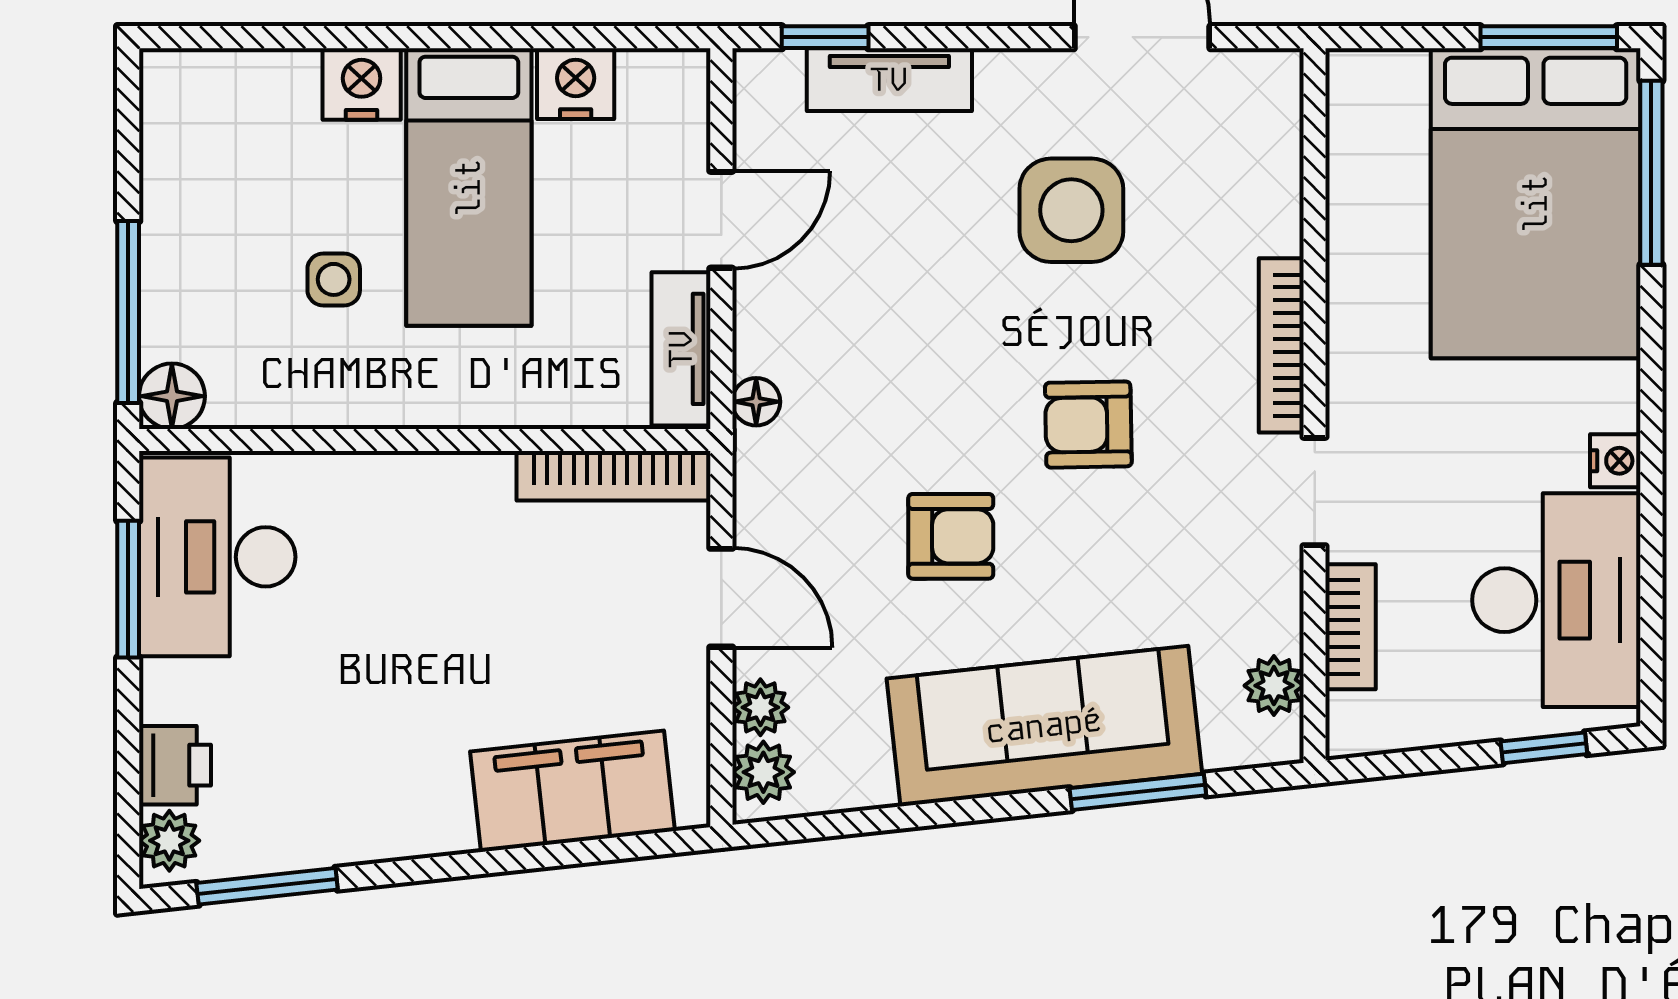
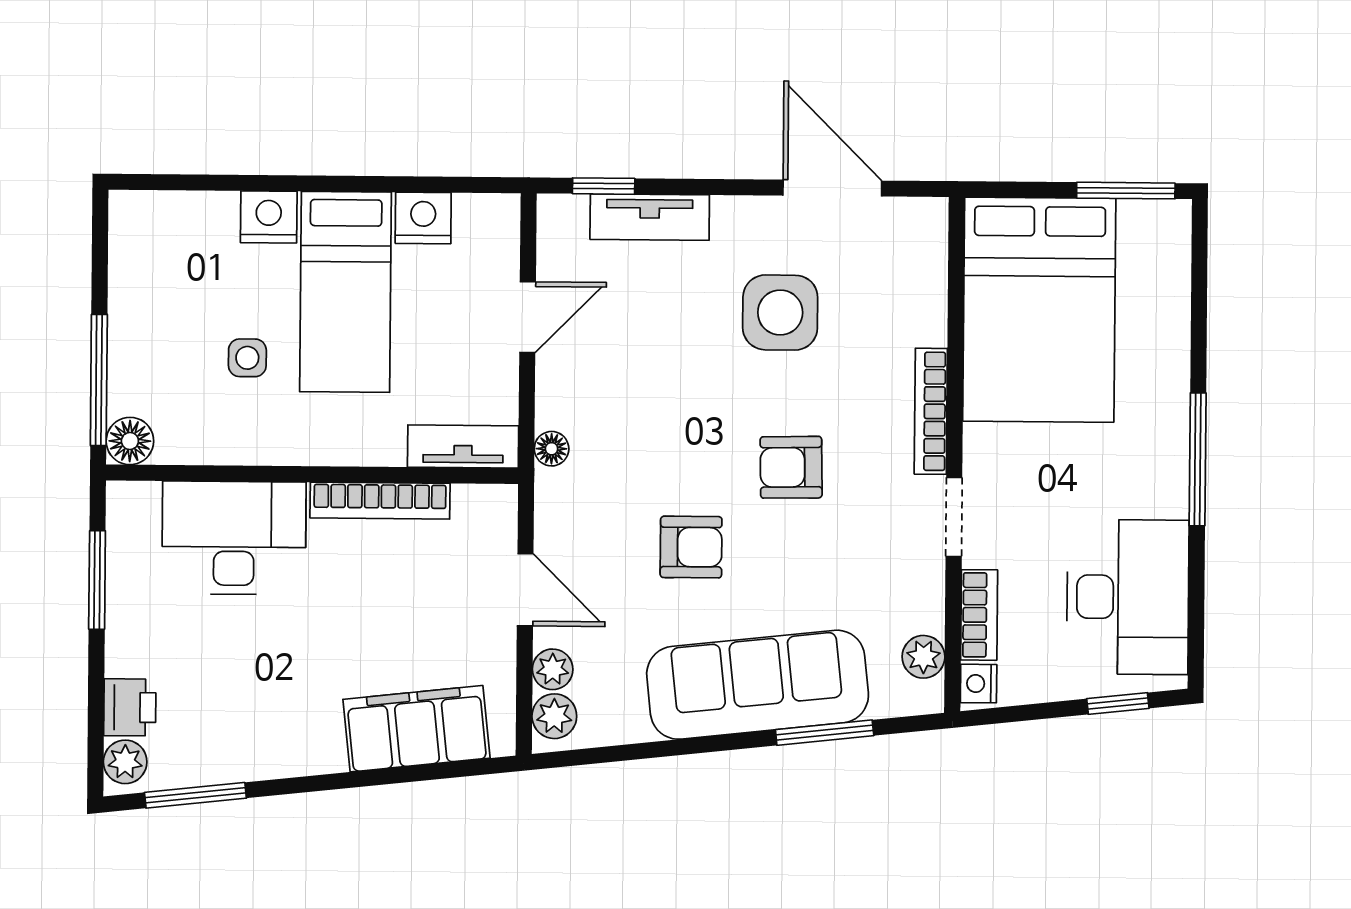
window: (1651, 173) -> (1198, 459), moved
bed: (1536, 203) -> (1039, 310), moved
tv unit: (681, 349) -> (463, 446), moved, turned 90
nightstand: (1615, 461) -> (979, 684), moved, turned 180
bookcase: (614, 476) -> (380, 501), moved
desk: (217, 557) -> (234, 538), moved, turned 90

